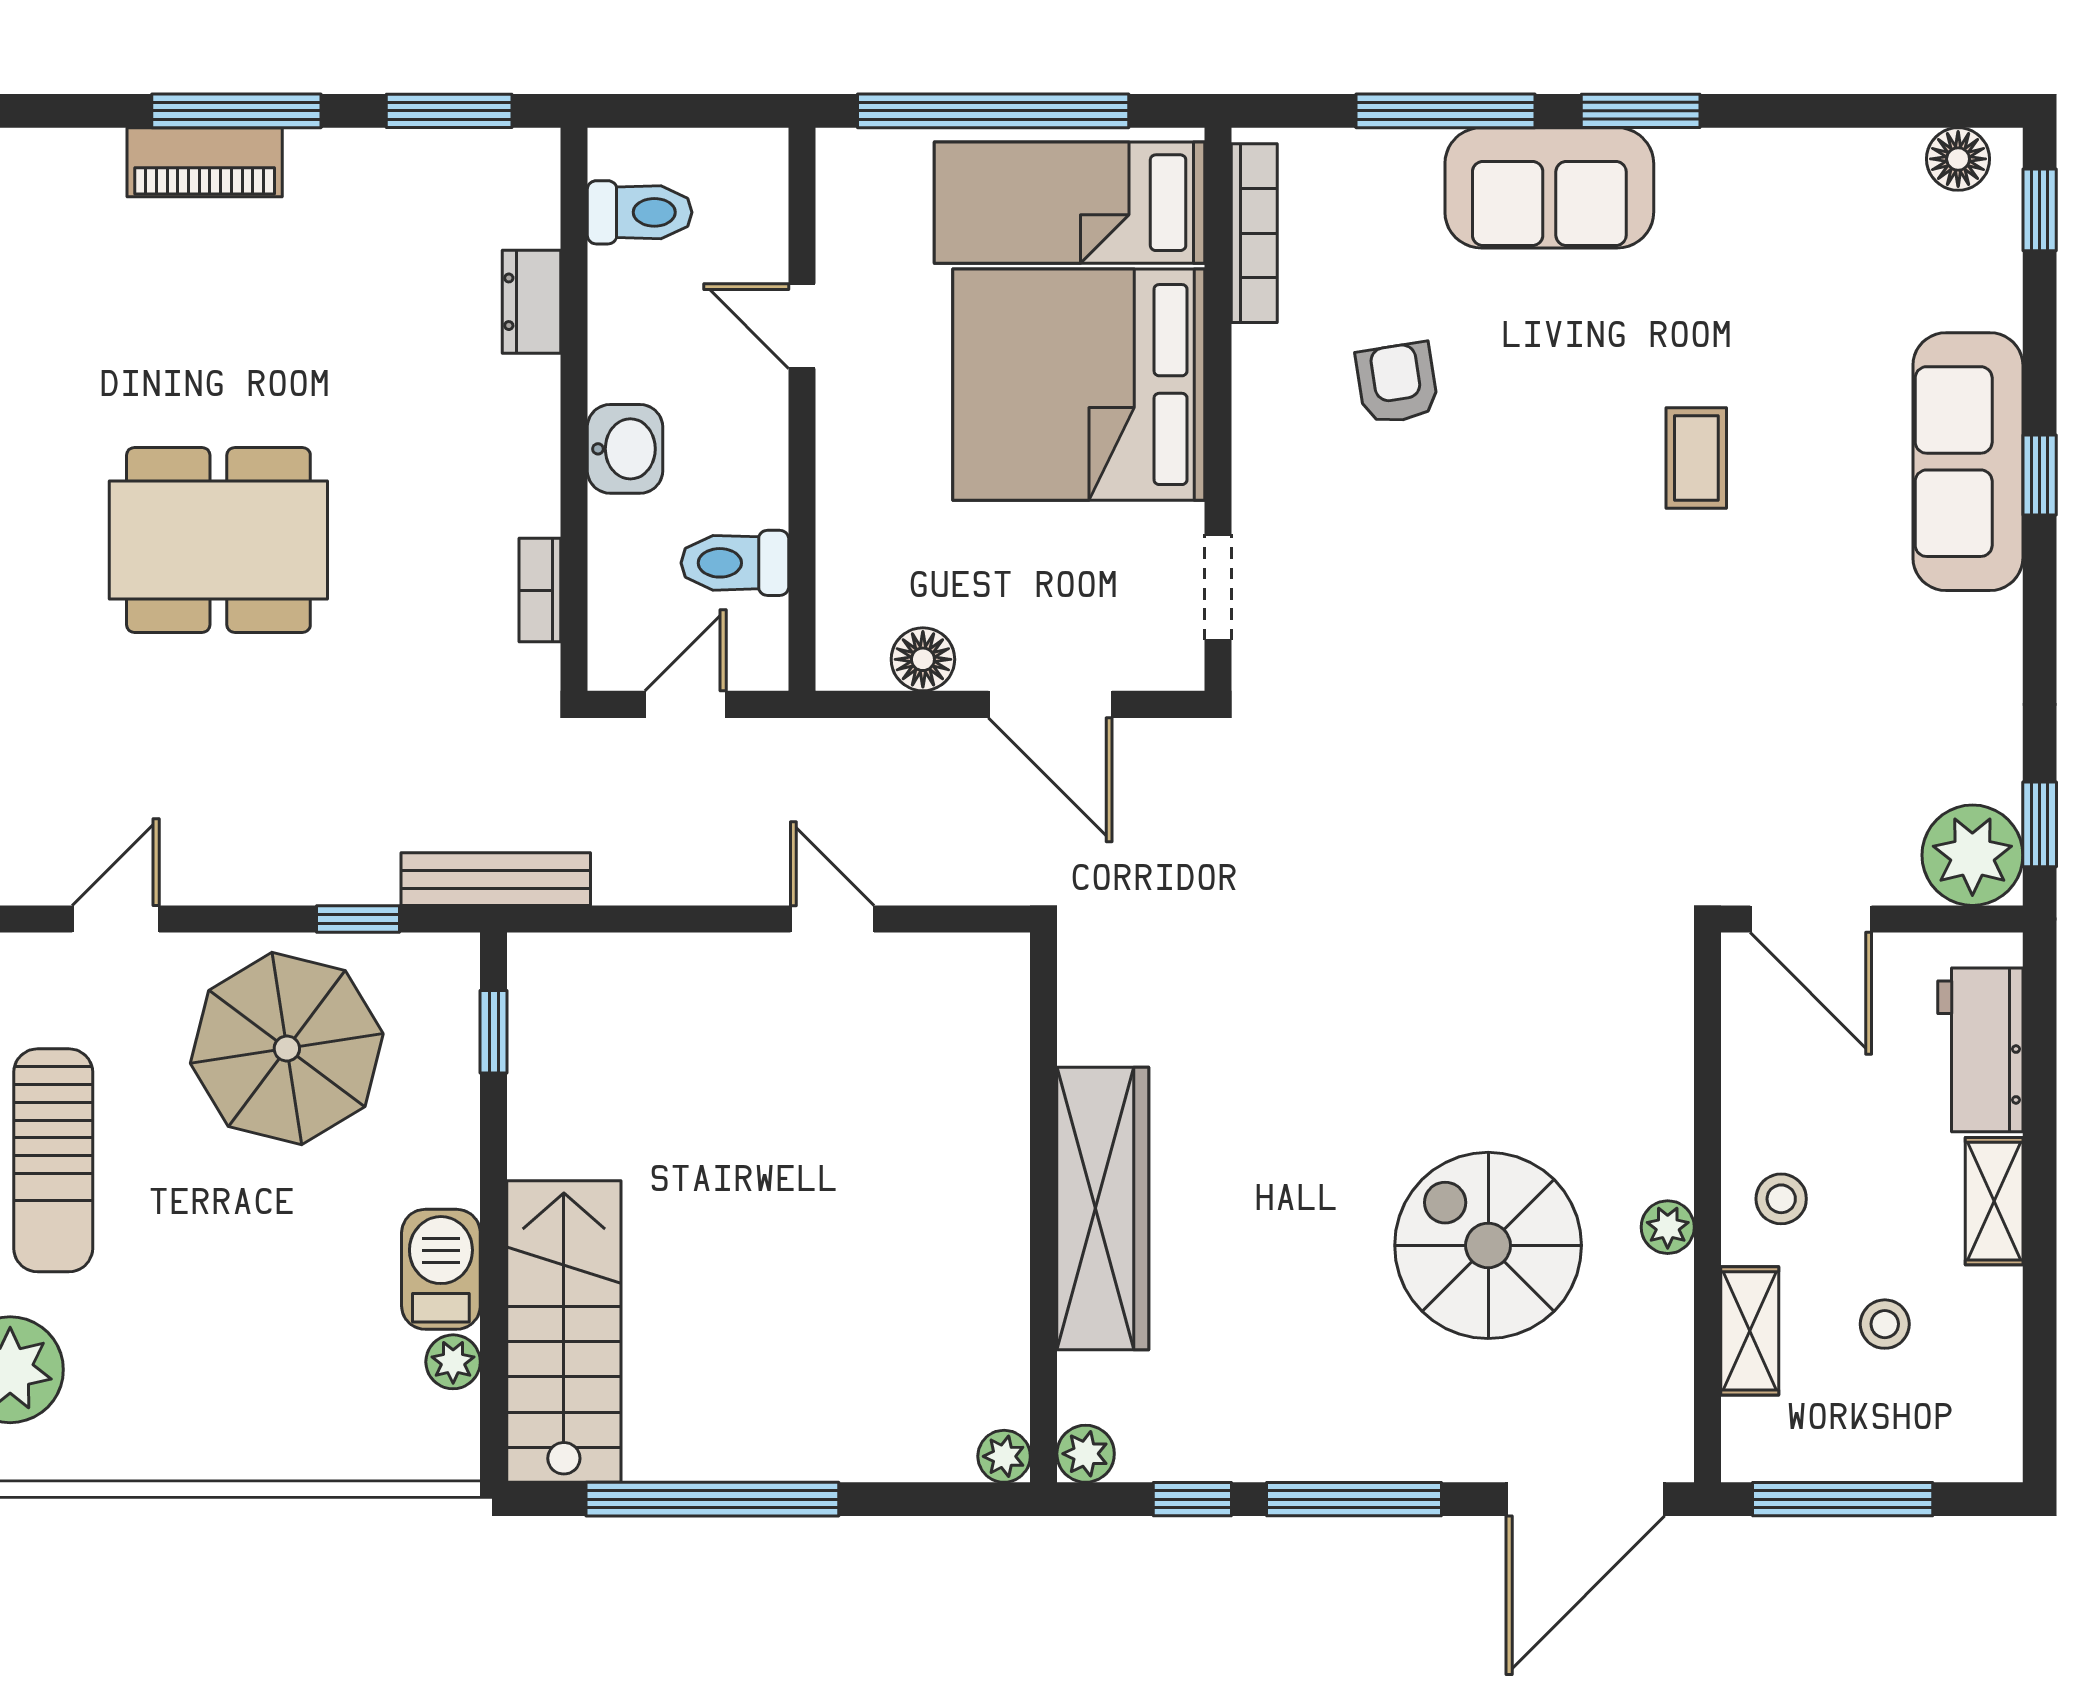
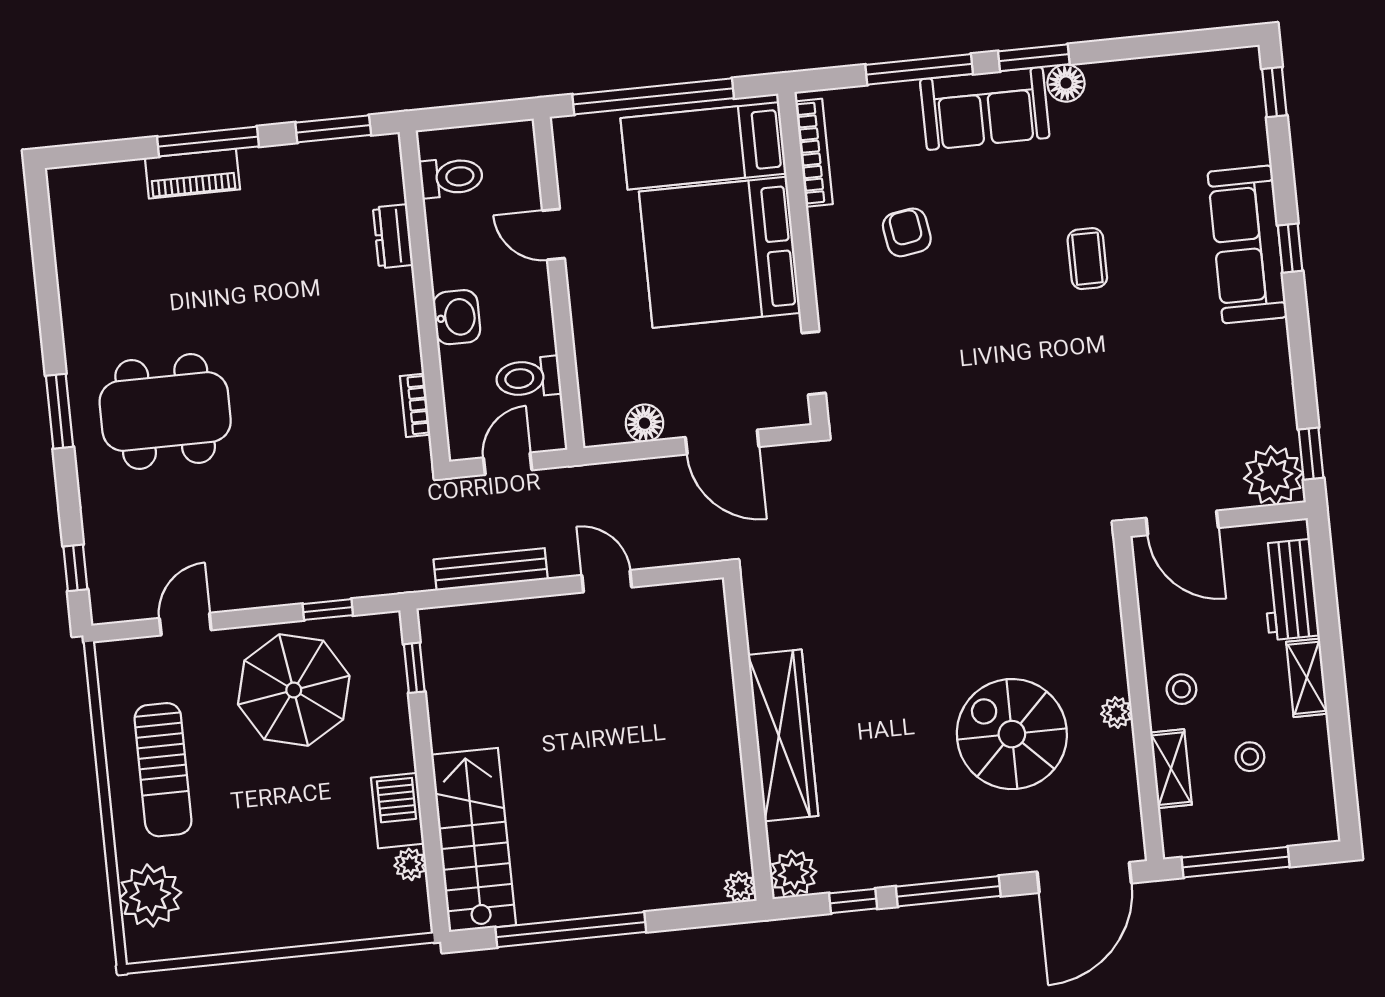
floor lamp: (1958, 159) -> (1066, 83), moved
dining table: (218, 540) -> (165, 411), moved
bench: (496, 879) -> (491, 569), moved
plant: (1086, 1454) -> (793, 874), width x1.38, depth x1.38

